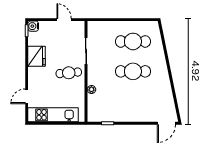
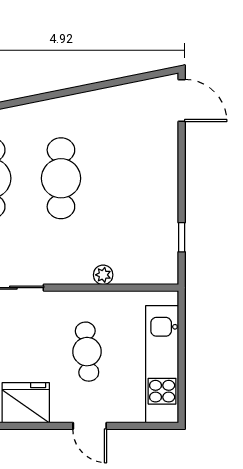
cafe table: (69, 73) -> (87, 352), moved
door: (27, 96) -> (90, 426), moved

